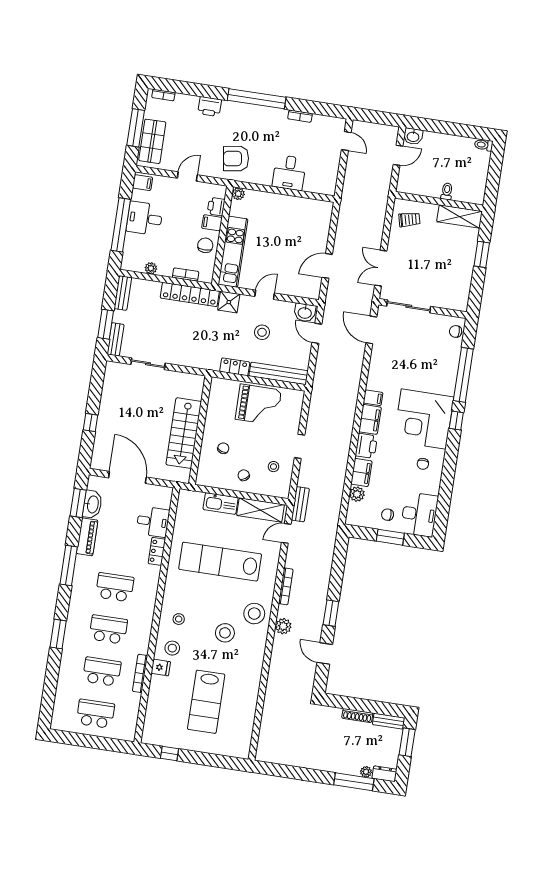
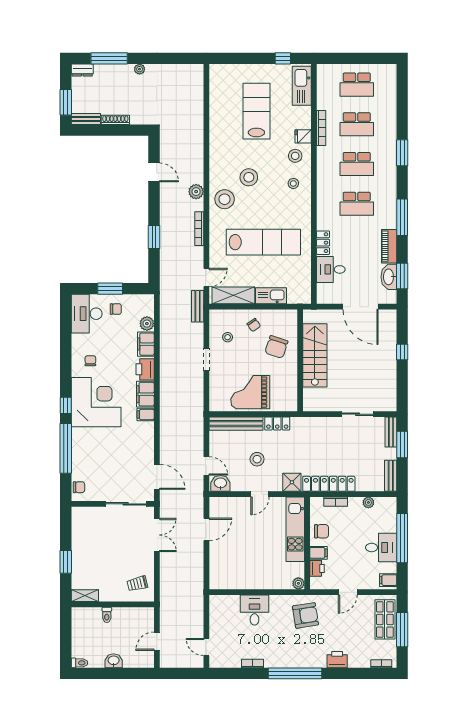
washbasin: (413, 136) -> (114, 661), moved
shelving: (460, 217) -> (85, 596), width x0.67, depth x0.75
chair: (205, 245) -> (322, 531), turned -90
chair: (223, 448) -> (276, 347), width x1.87, depth x1.87
window: (331, 613) -> (154, 237), moved
kitchen sink: (154, 721) -> (302, 86), added
plant: (366, 772) -> (140, 69), moved

